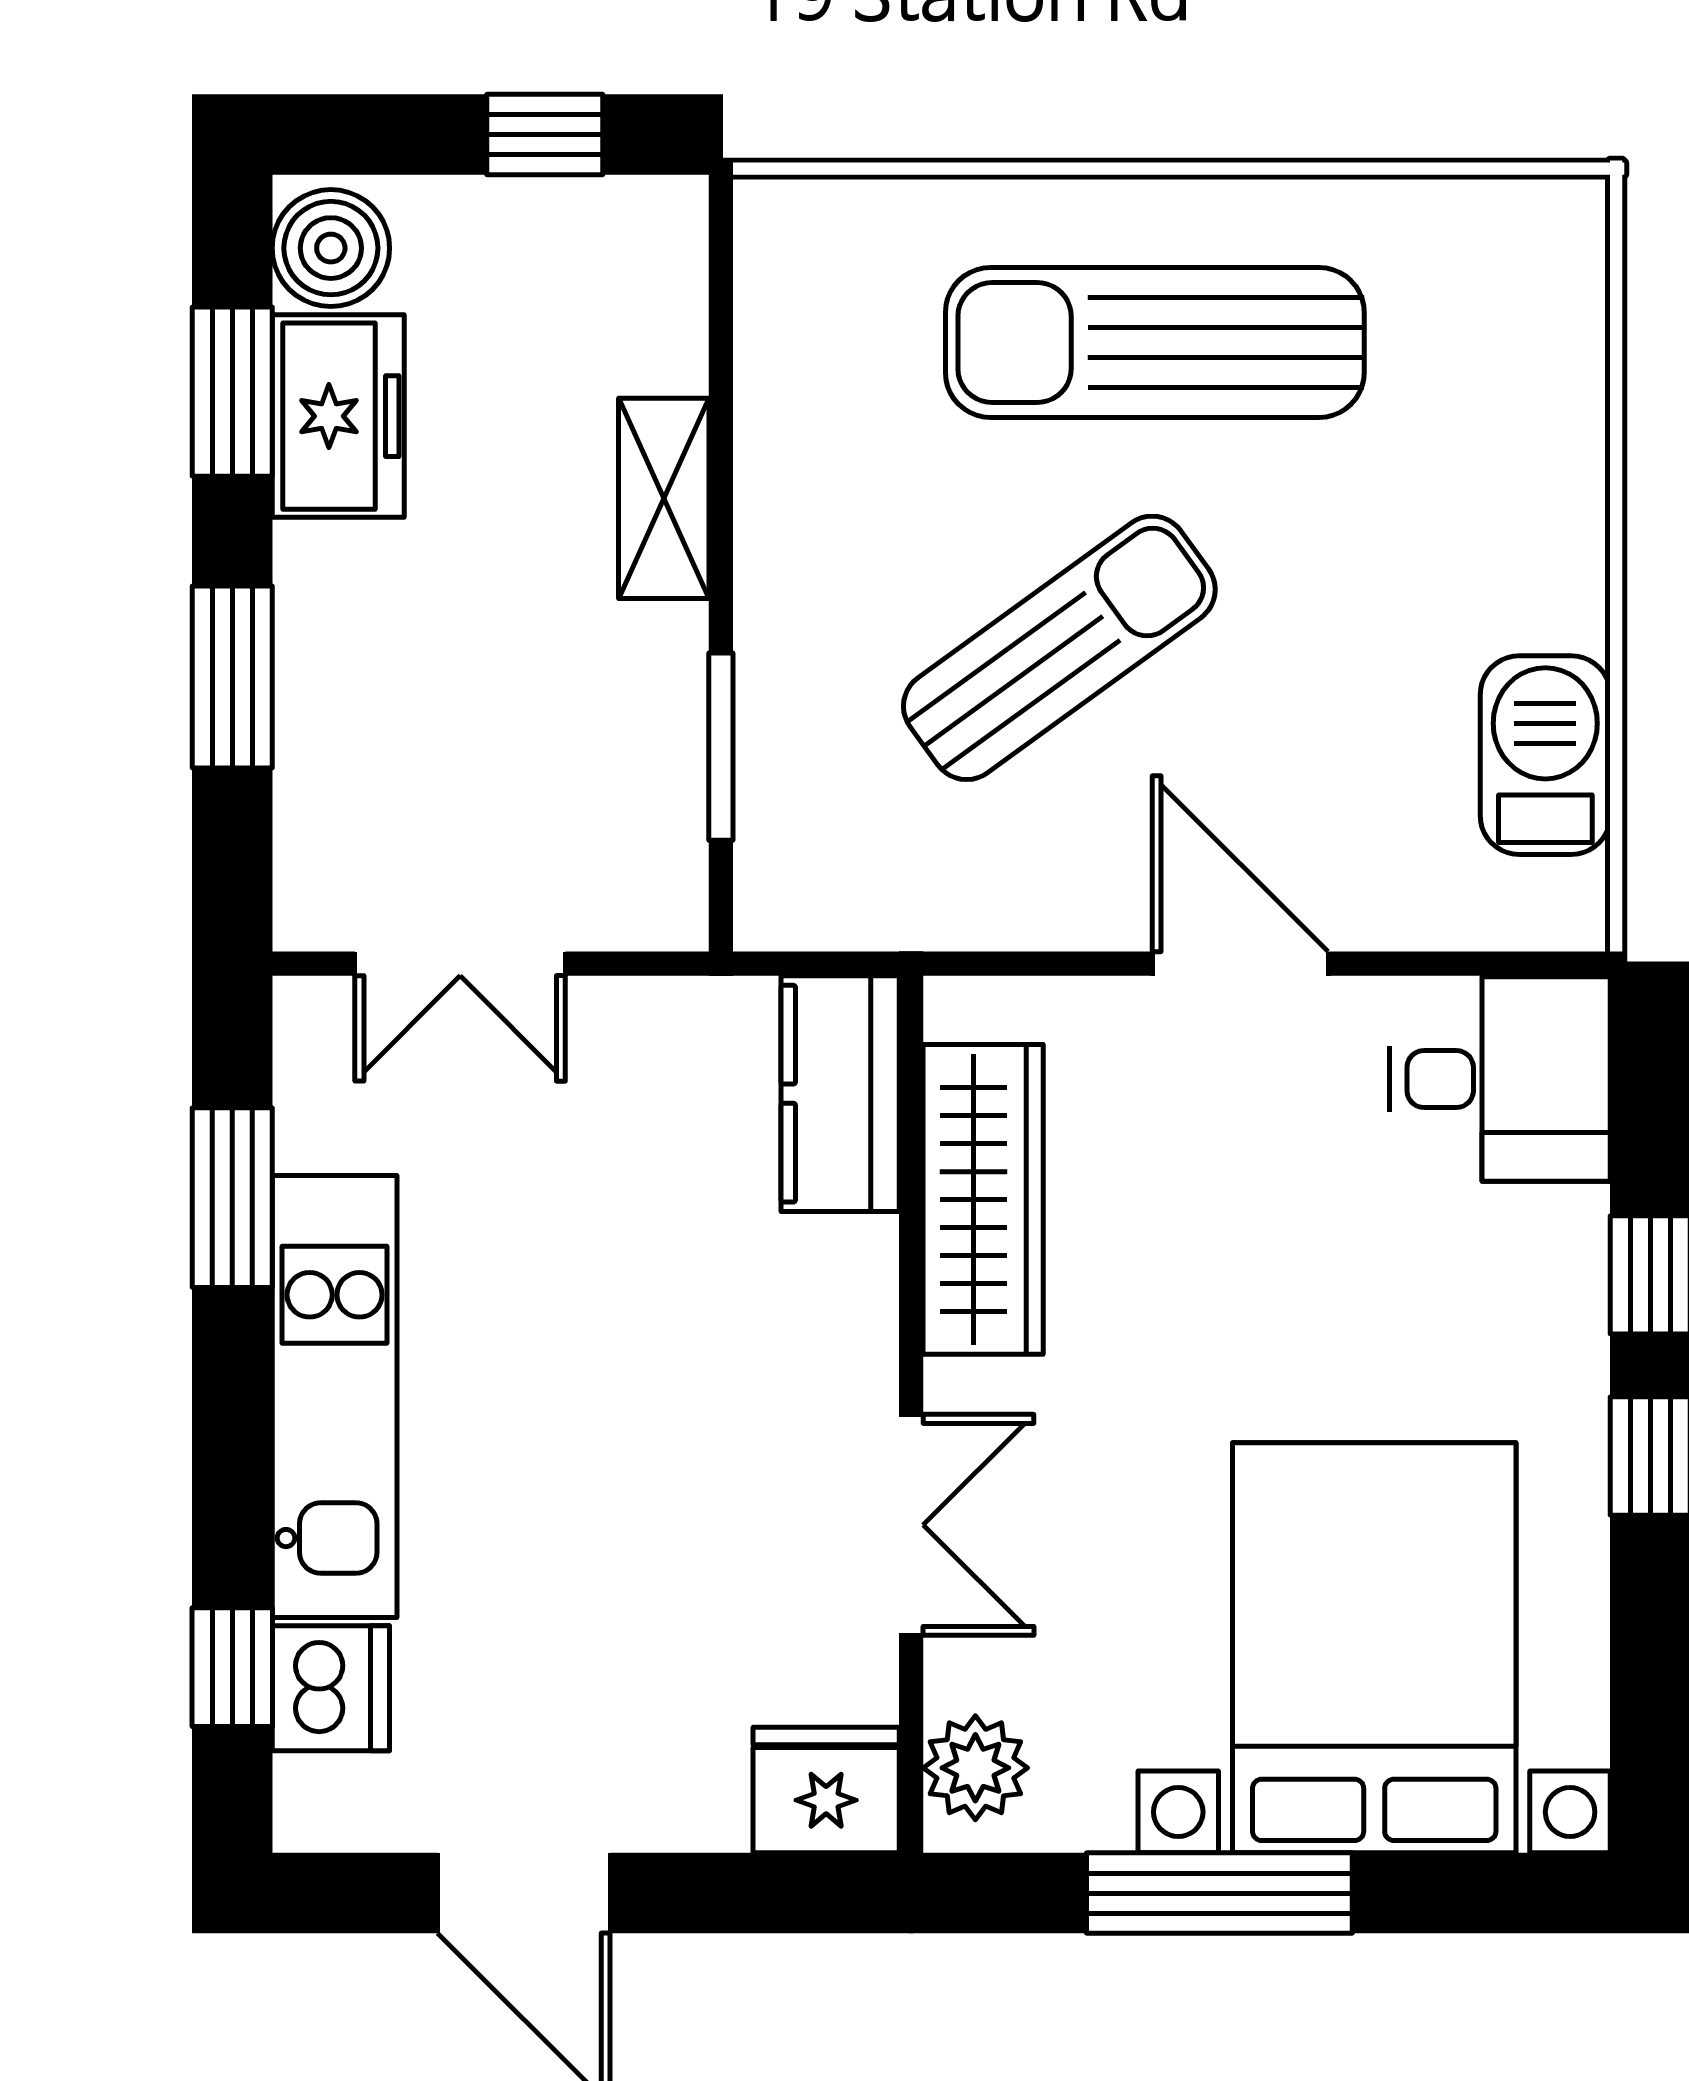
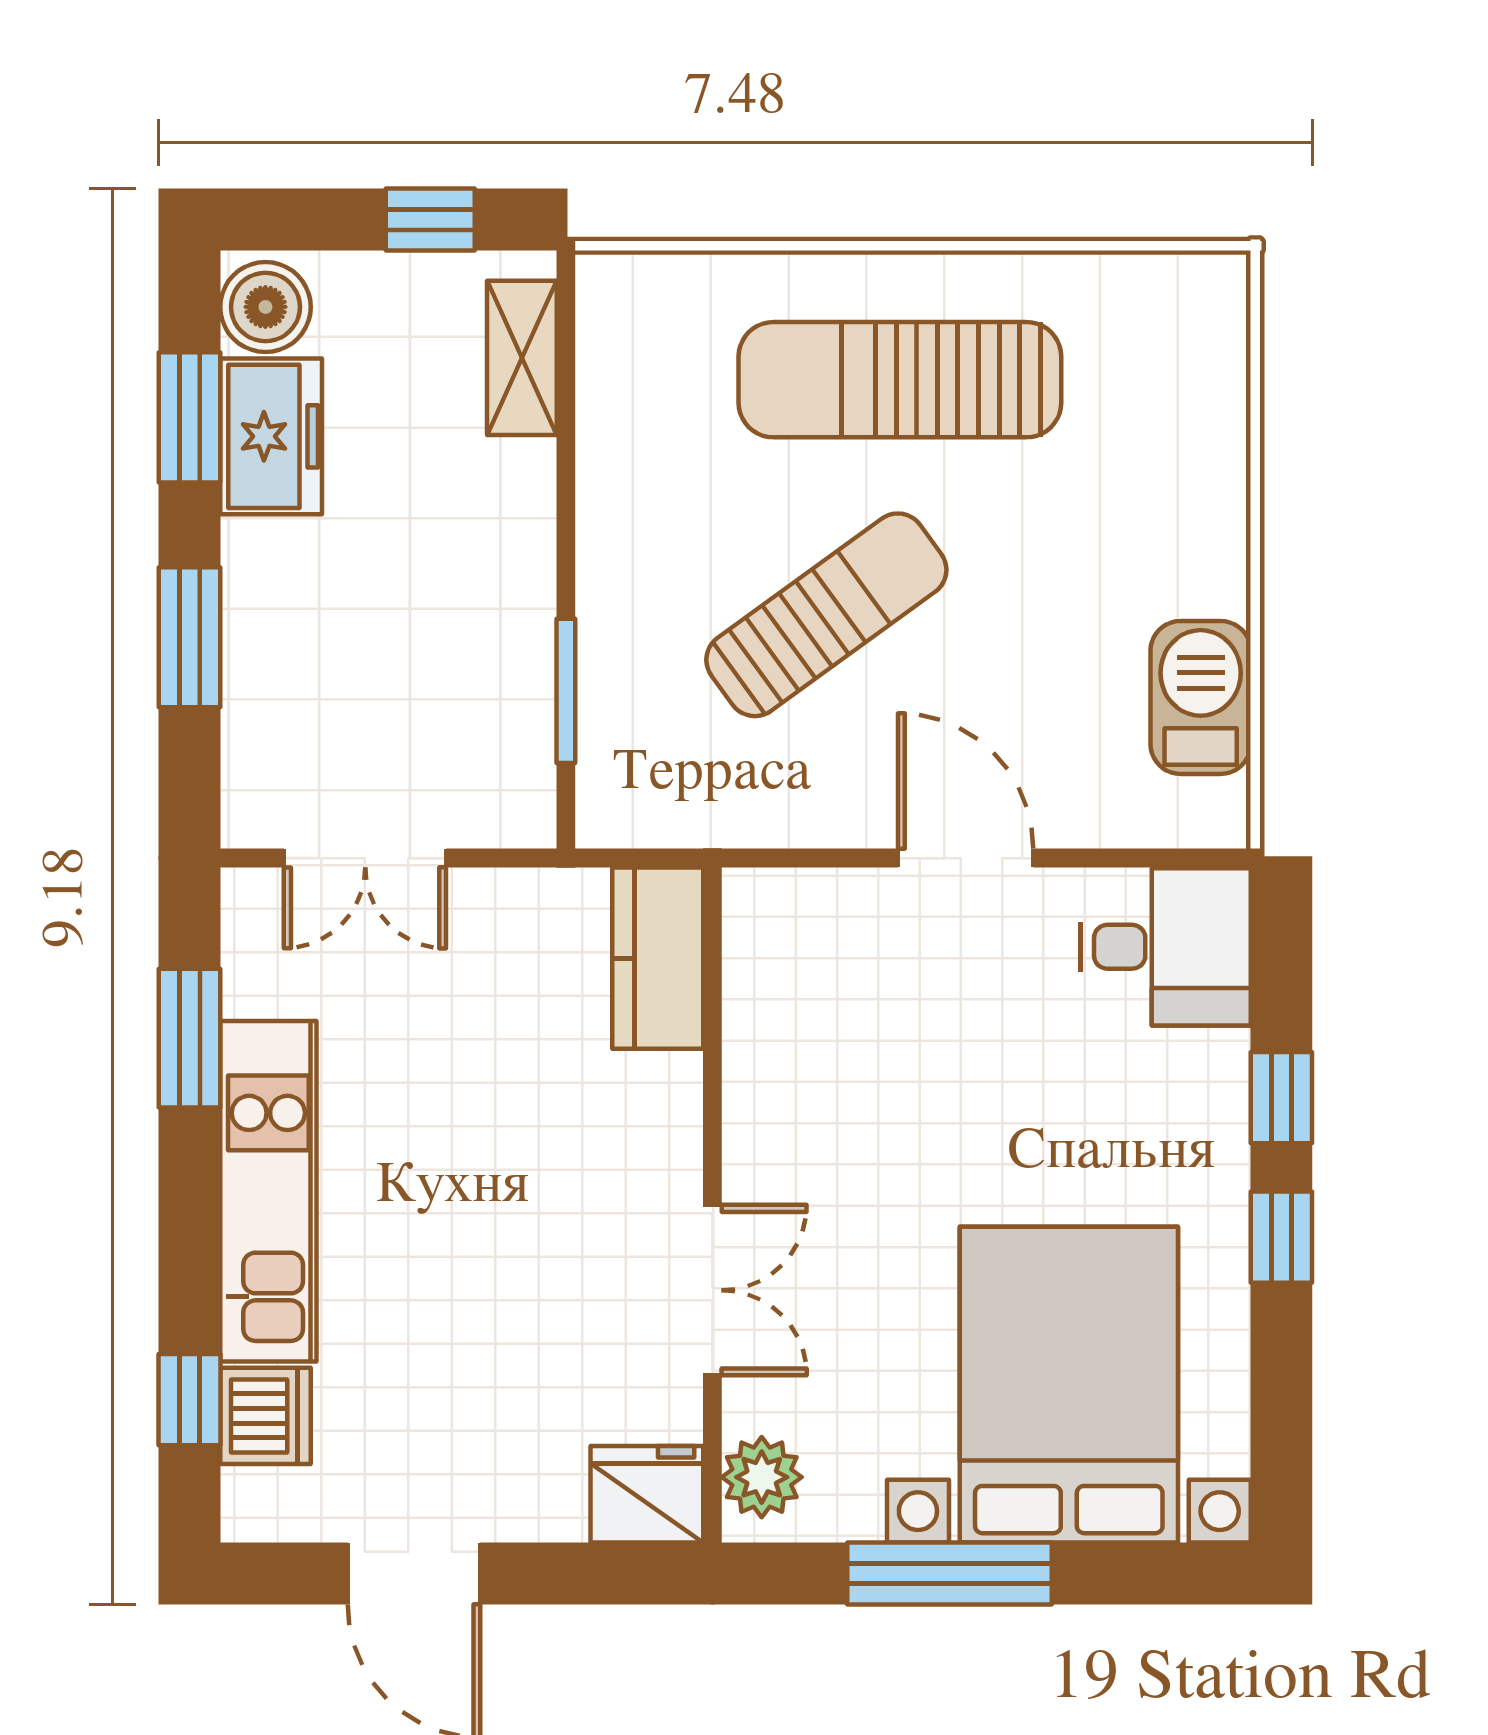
shelving: (664, 498) -> (522, 358), moved
wardrobe: (983, 1199) -> (768, 1039), removed

